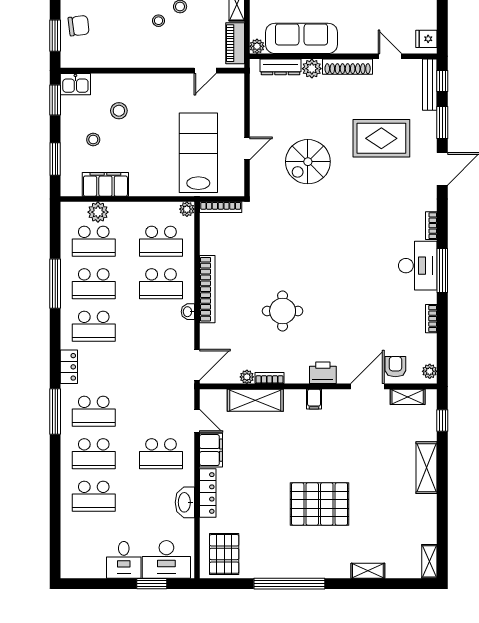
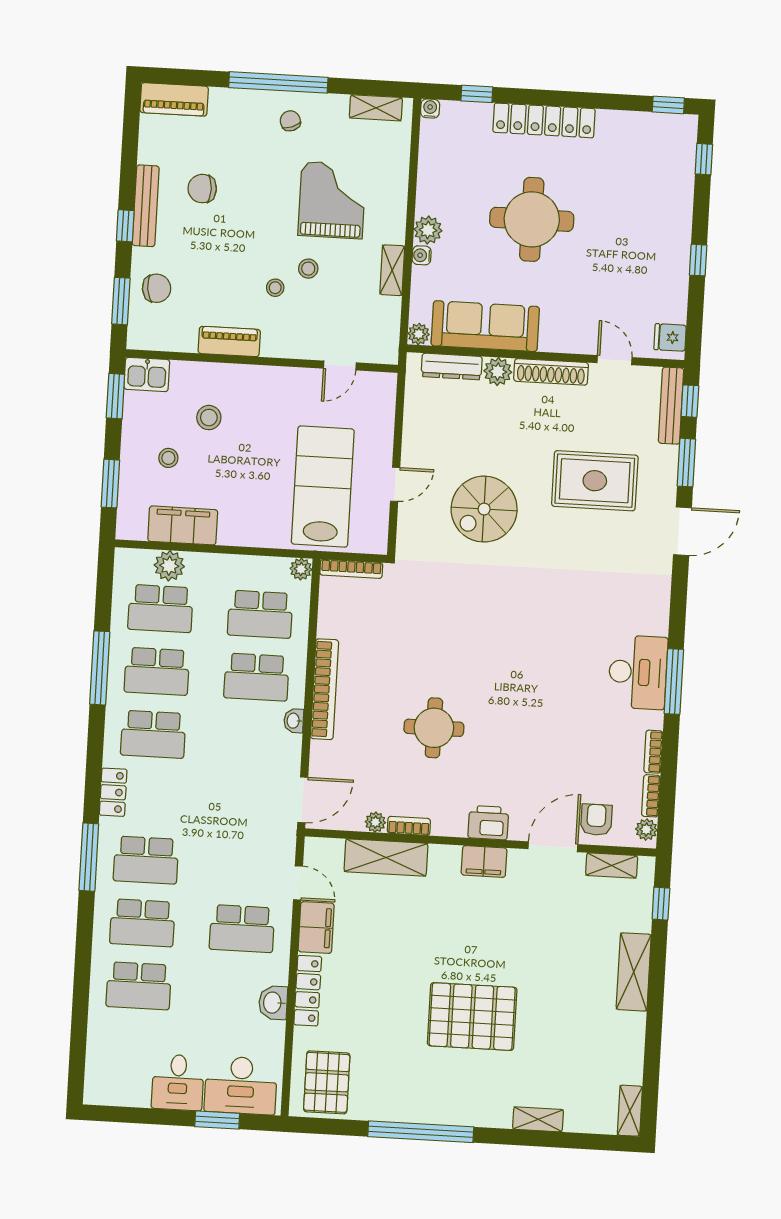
piano: (235, 43) -> (229, 341), moved, turned 90
bookcase: (431, 226) -> (651, 796), moved
filing cabinet: (314, 399) -> (484, 861), width x2.00
washbasin: (185, 502) -> (273, 1003), width x0.72

